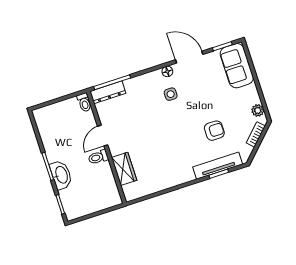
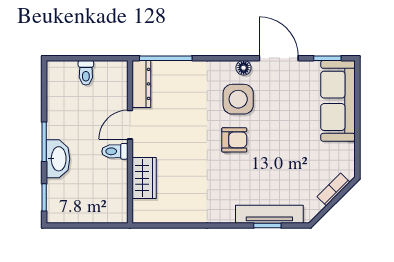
sofa: (237, 66) -> (338, 101), width x1.36
dresser: (108, 92) -> (141, 84), moved, turned -90
side table: (171, 94) -> (238, 99), width x1.87, depth x1.87
toilet: (84, 102) -> (86, 73), moved
plant: (258, 110) -> (346, 159), removed
armchair: (214, 131) -> (234, 140), moved

